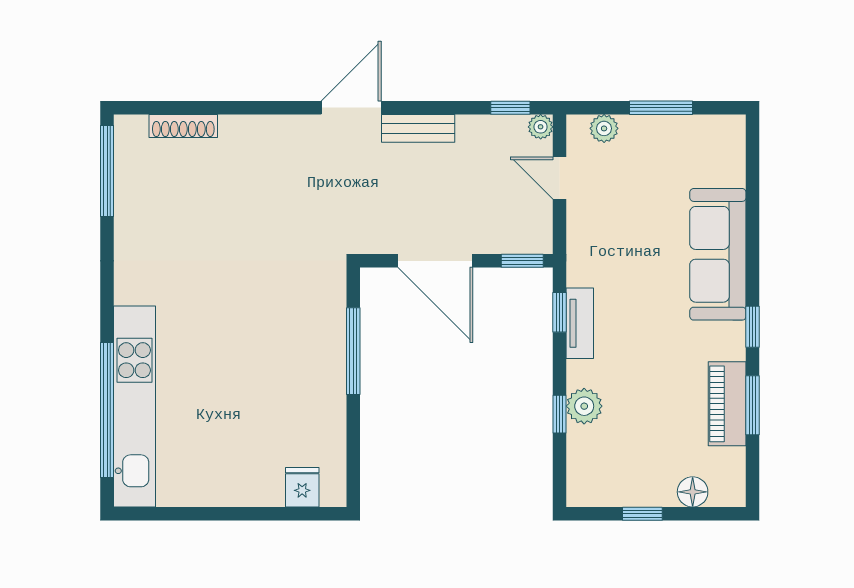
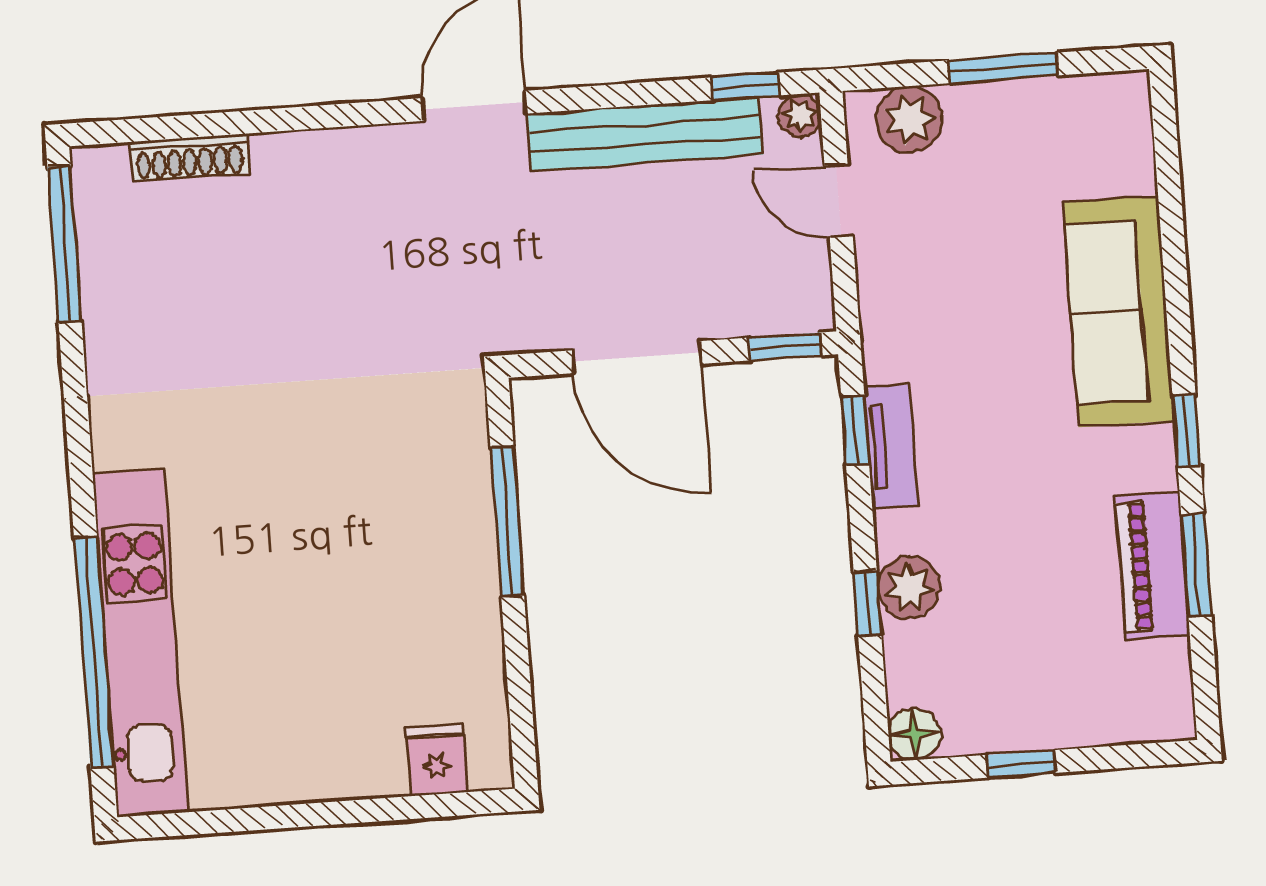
bench: (418, 128) -> (645, 134), width x1.86, depth x1.21
plant: (604, 128) -> (909, 119), width x1.38, depth x1.38
floor lamp: (693, 492) -> (914, 734), moved

